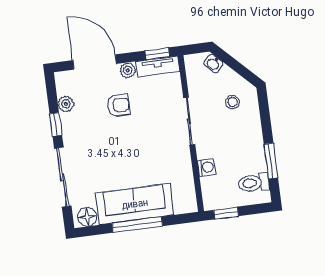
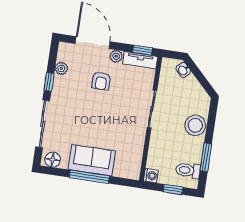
stool: (232, 102) -> (195, 125), moved, width x1.89, depth x1.89
armchair: (118, 105) -> (101, 81), turned 90
washing machine: (206, 167) -> (151, 176), moved
sofa: (135, 204) -> (92, 160), width x0.73
window: (226, 213) -> (173, 189), moved

